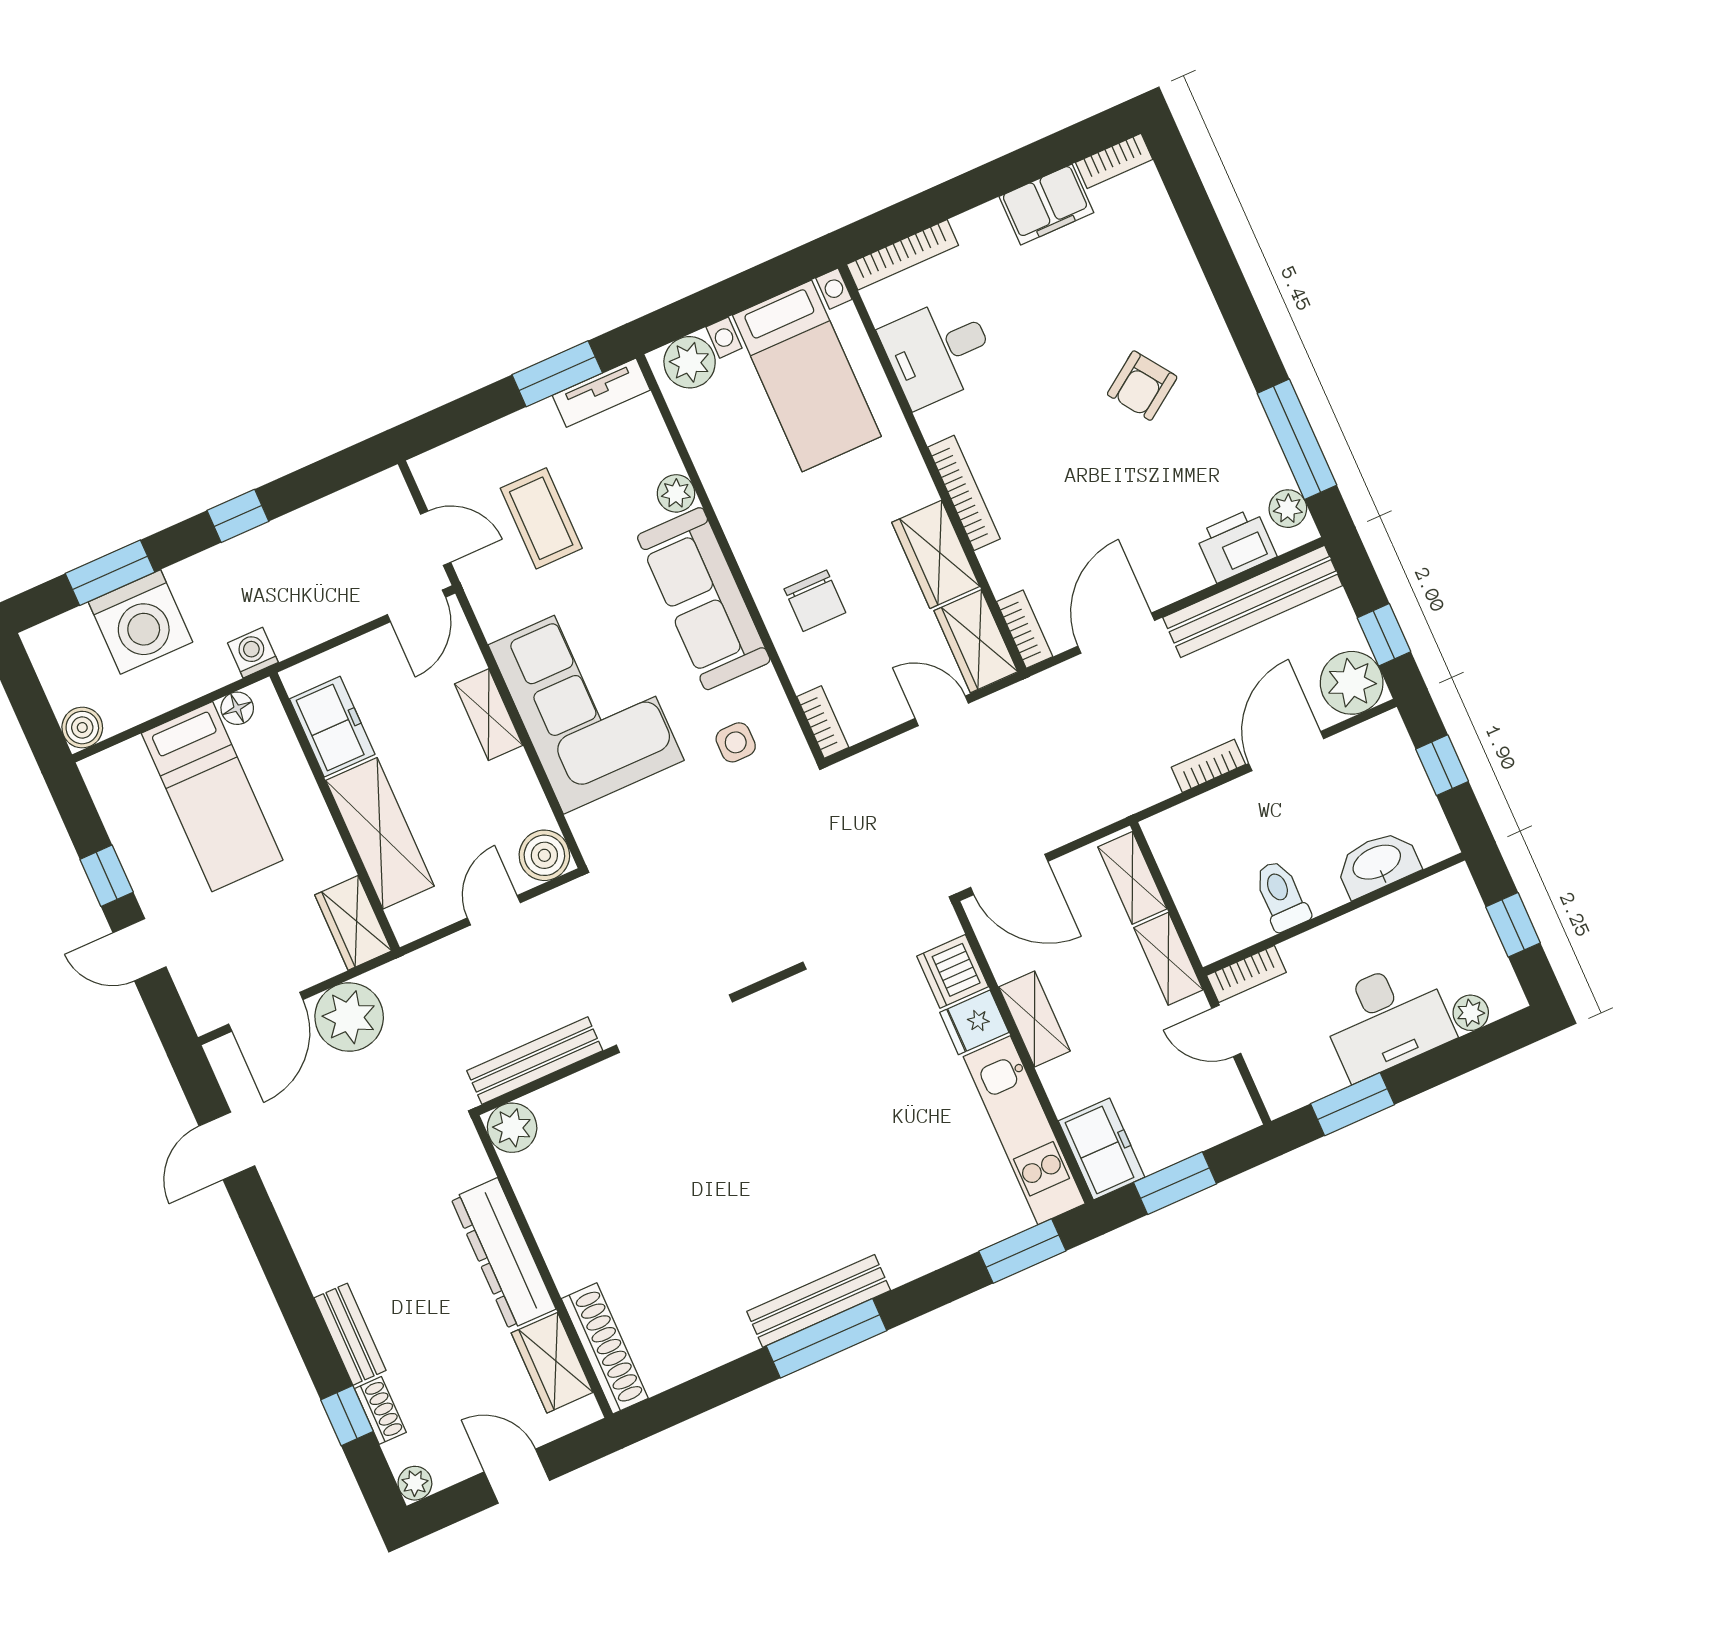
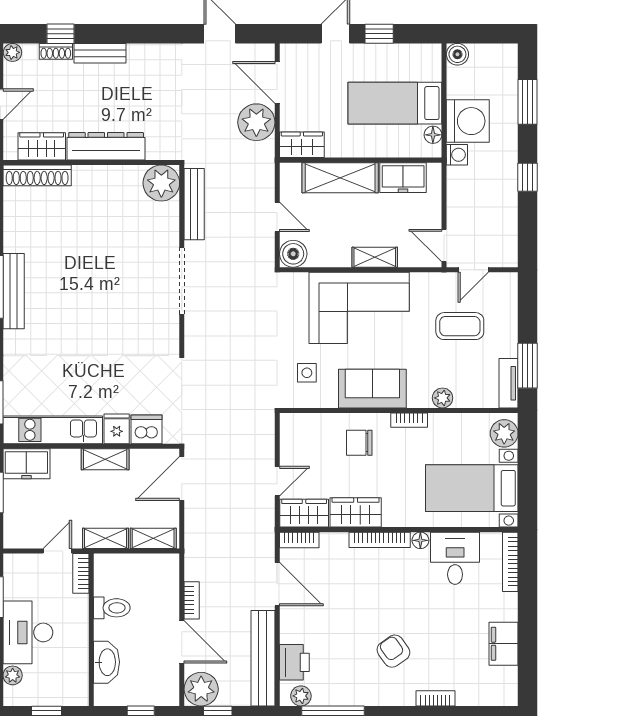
bookcase: (1114, 161) -> (435, 698), moved, turned 90
floor lamp: (934, 423) -> (420, 540), added
sofa: (704, 599) -> (372, 389), width x0.73
washing machine: (140, 622) -> (468, 121), moved, turned 180
bookcase: (823, 722) -> (409, 420), moved
plant: (512, 1128) -> (161, 183), width x1.36, depth x1.36

